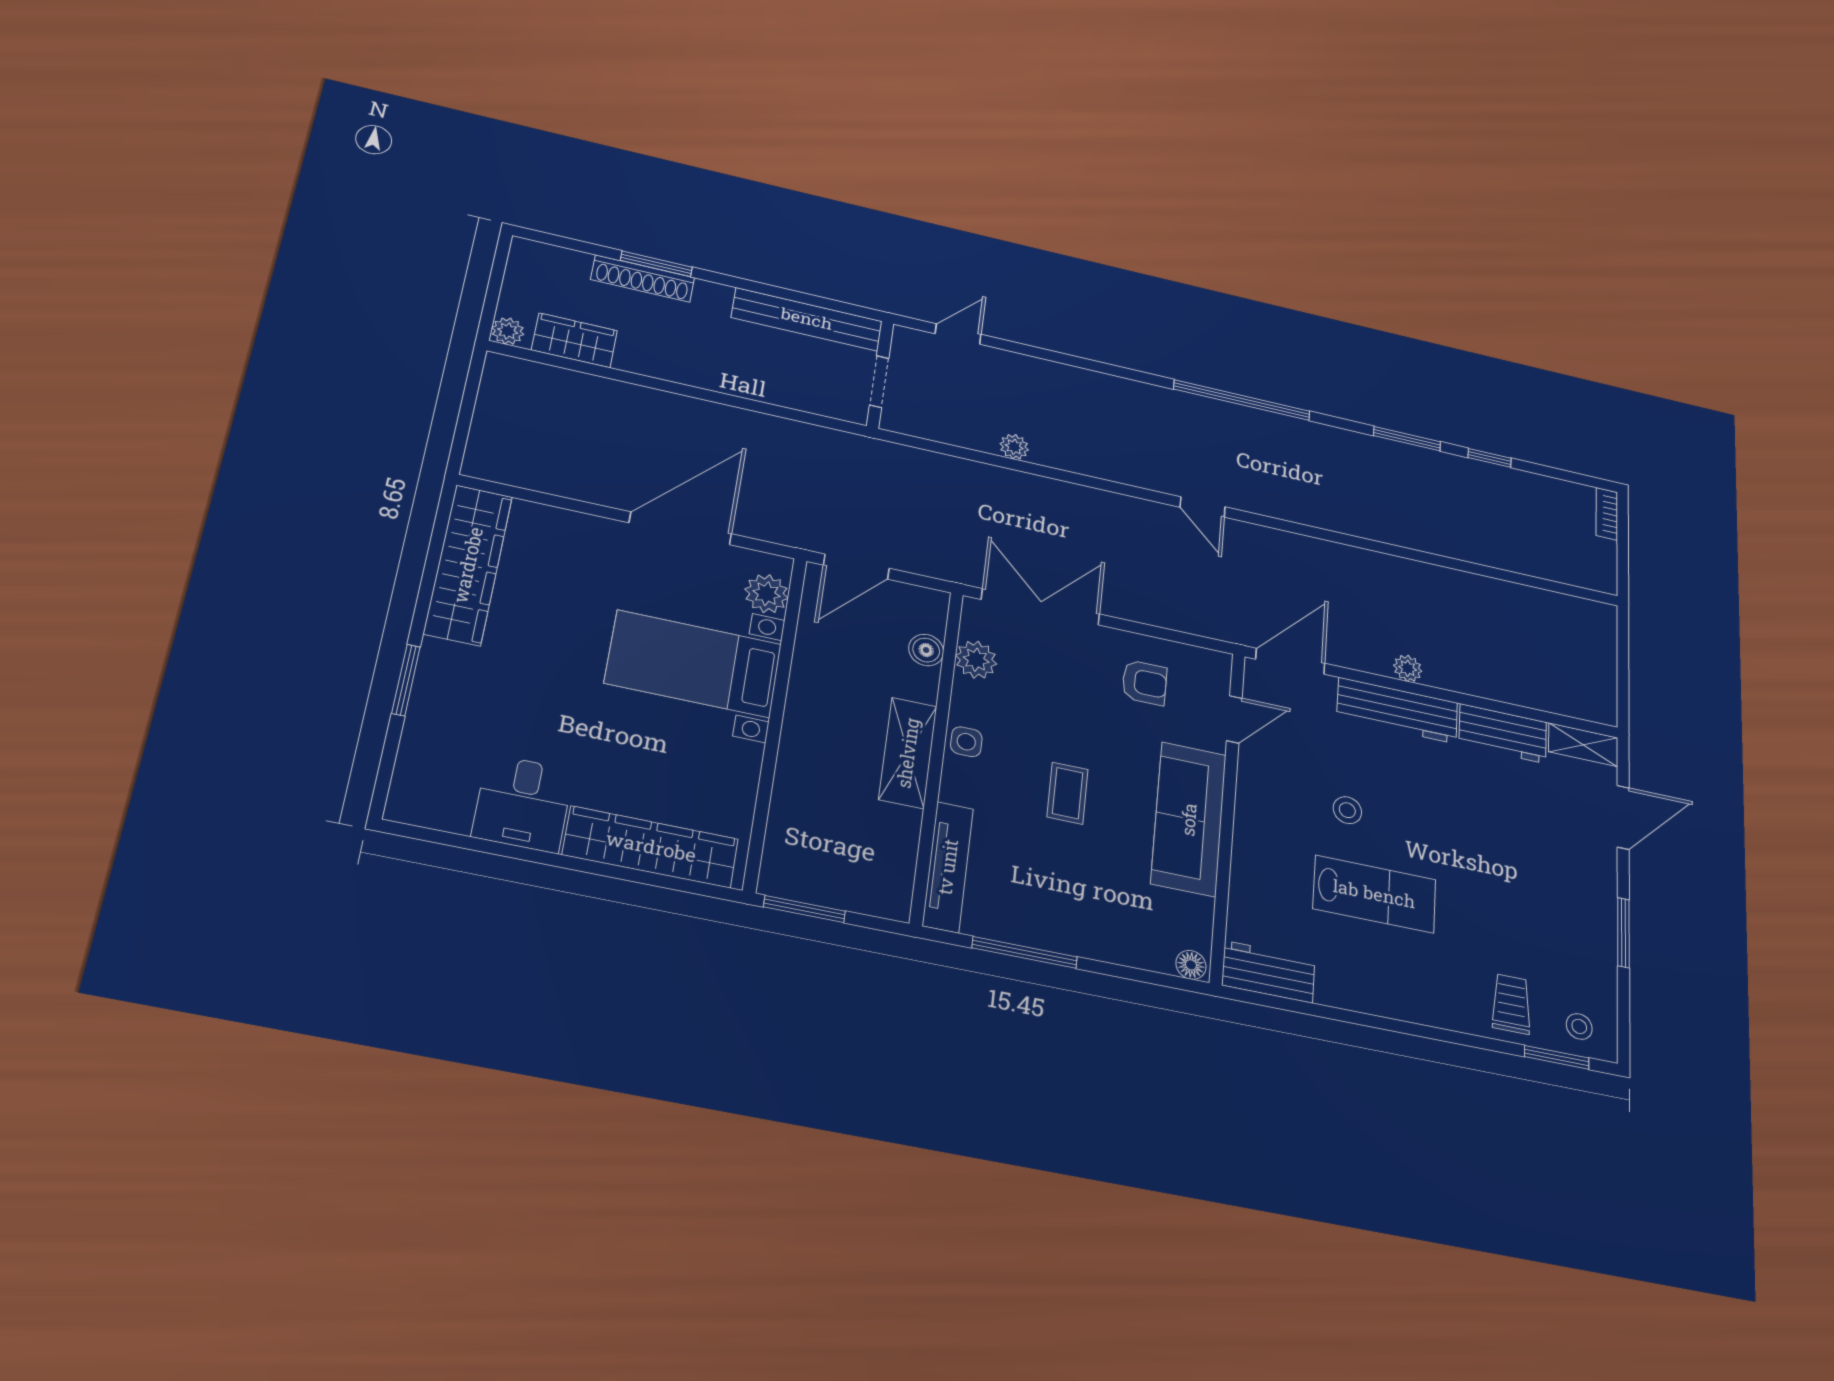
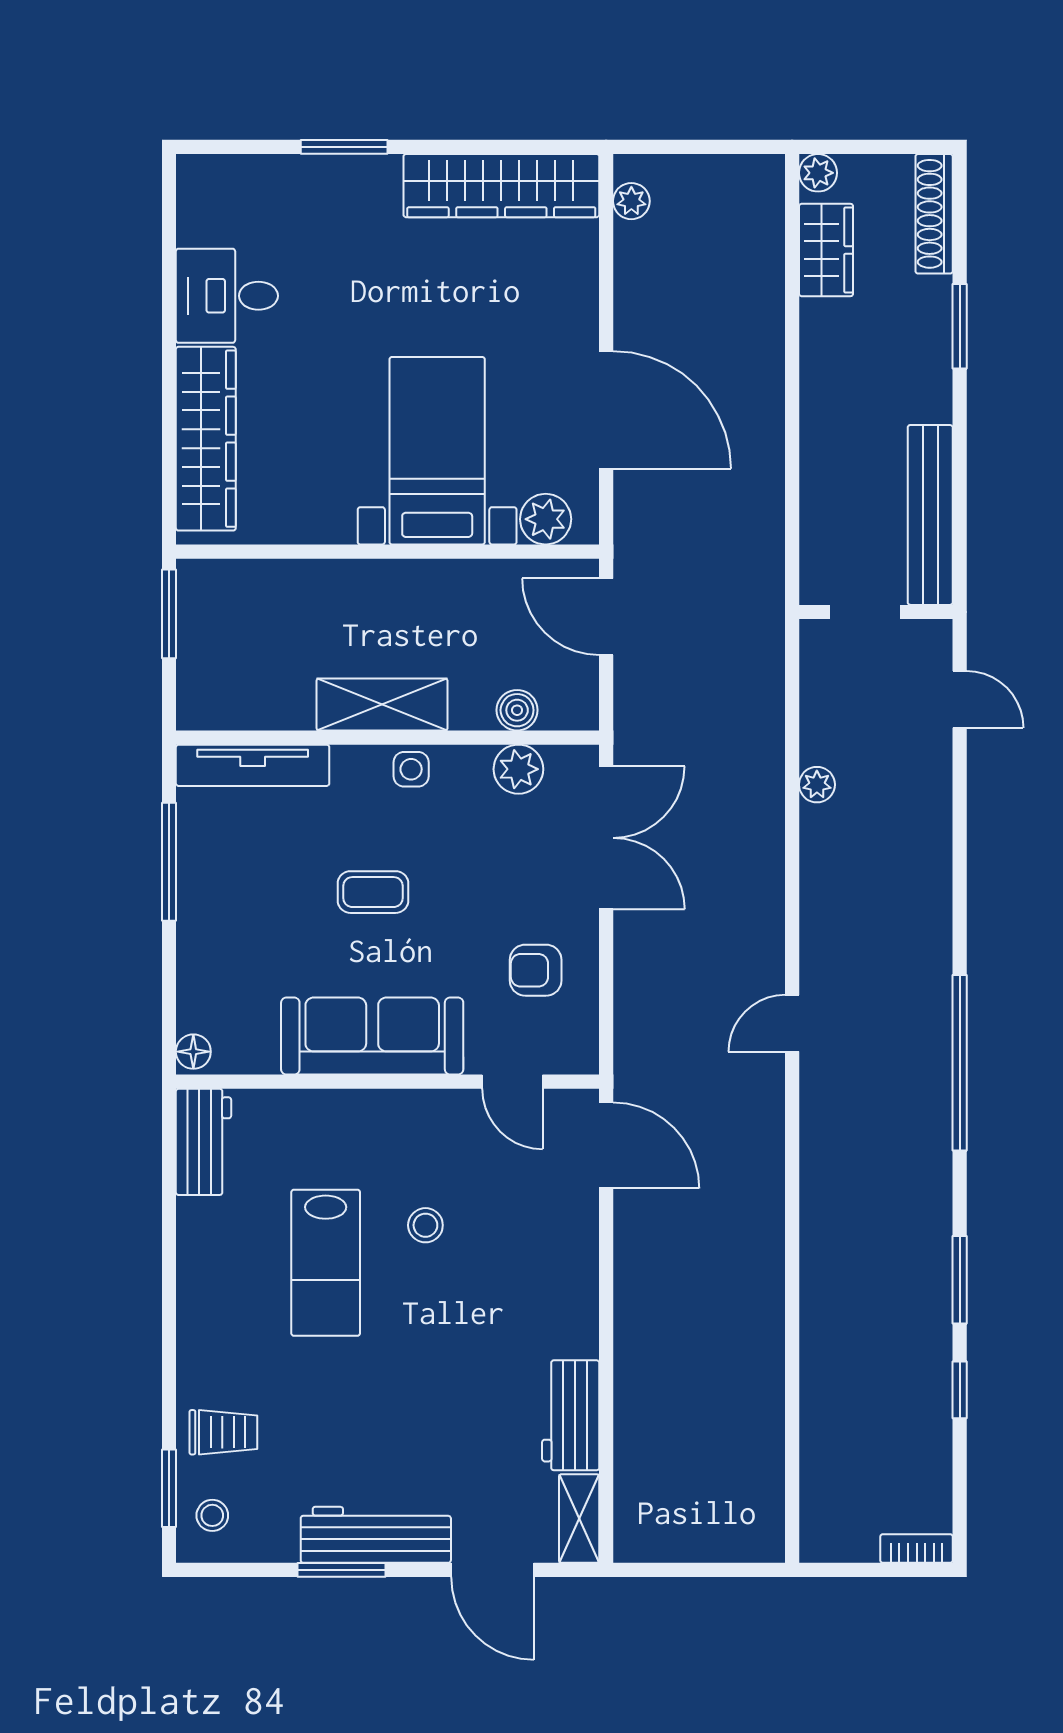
shoe rack: (643, 279) -> (934, 214), moved
plant: (1408, 668) -> (631, 201), moved
armchair: (1144, 683) -> (536, 970), turned 90
workbench: (1397, 710) -> (376, 1535), moved, turned 90

